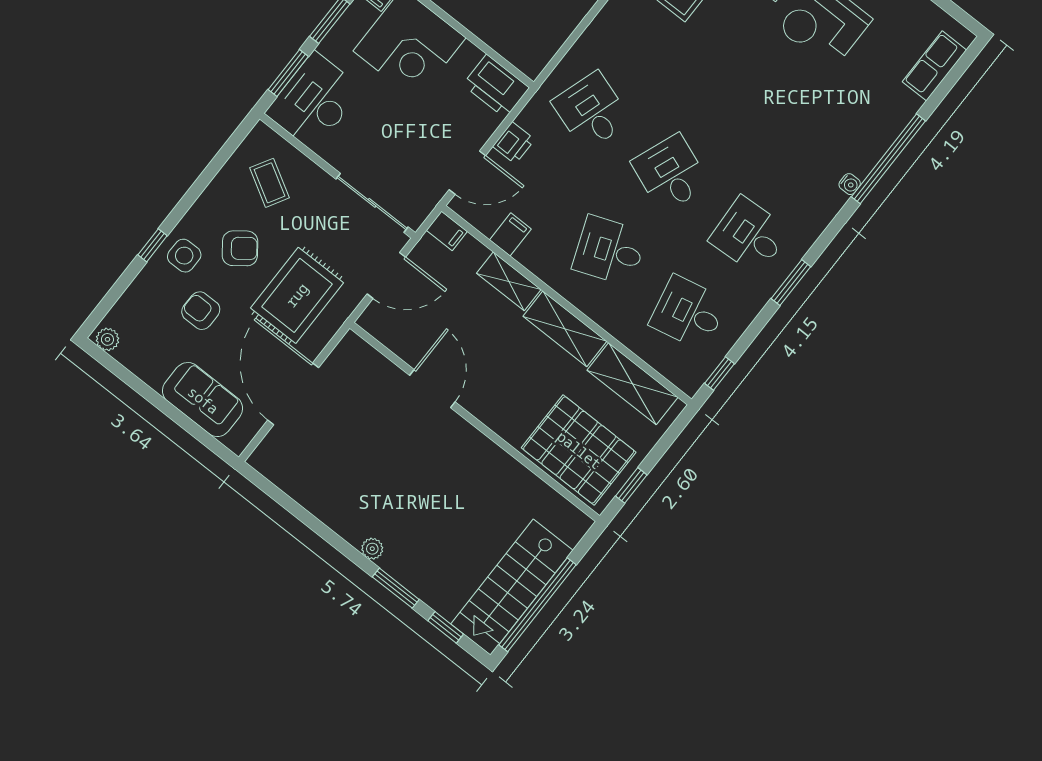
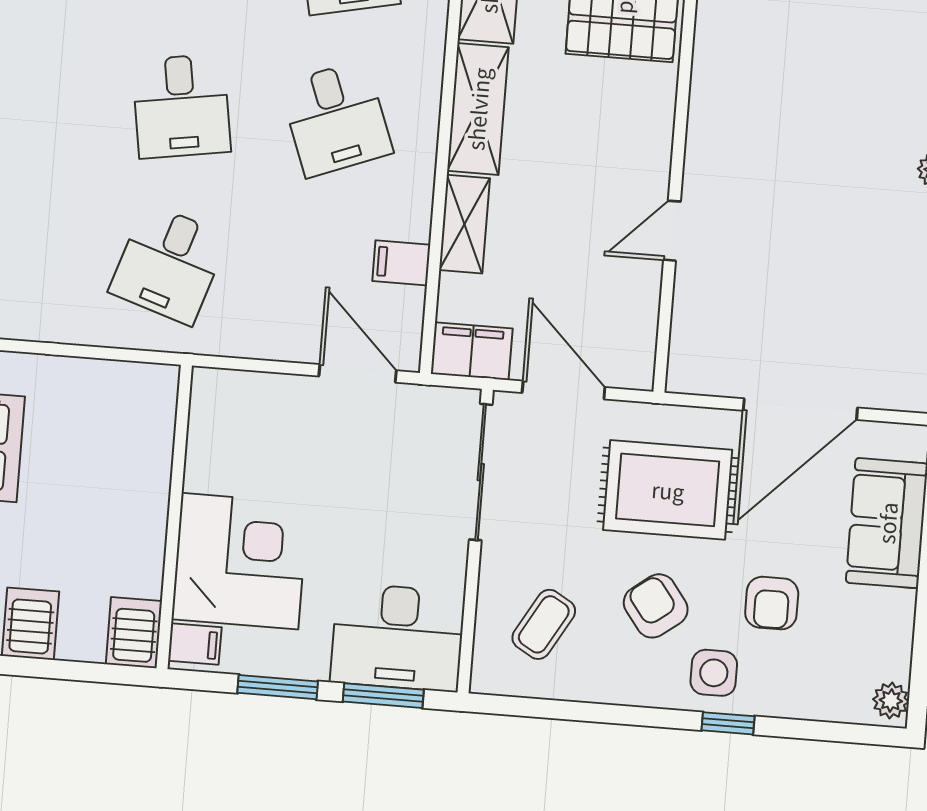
printer: (496, 86) -> (219, 411), removed
printer: (514, 143) -> (278, 339), removed
desk: (670, 173) -> (181, 106), turned -30
filing cabinet: (447, 231) -> (472, 351), width x2.00
door: (432, 389) -> (672, 231), width x0.73

